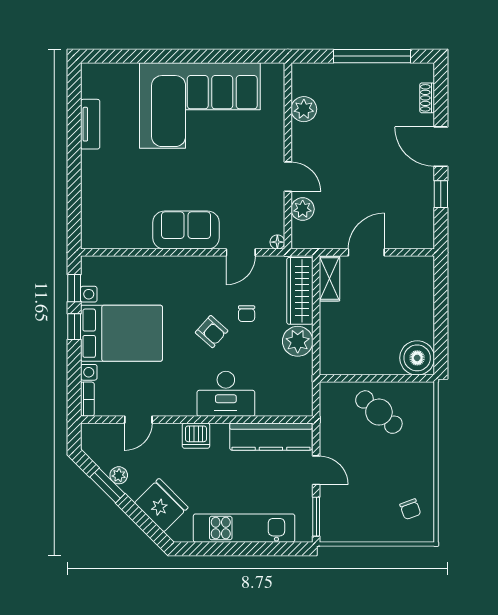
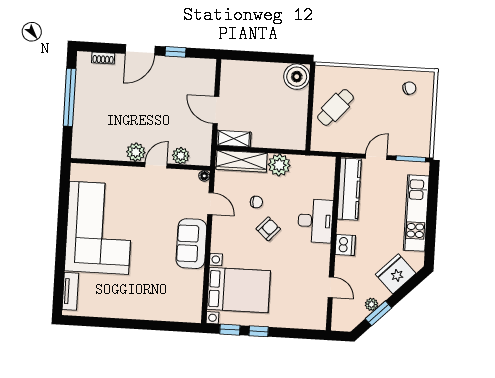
plant: (304, 109) -> (136, 152), moved
tv unit: (90, 124) -> (70, 291), moved, turned 90
bed with nightstands: (121, 333) -> (239, 290), moved, turned 90
bookcase: (87, 399) -> (313, 324), removed

